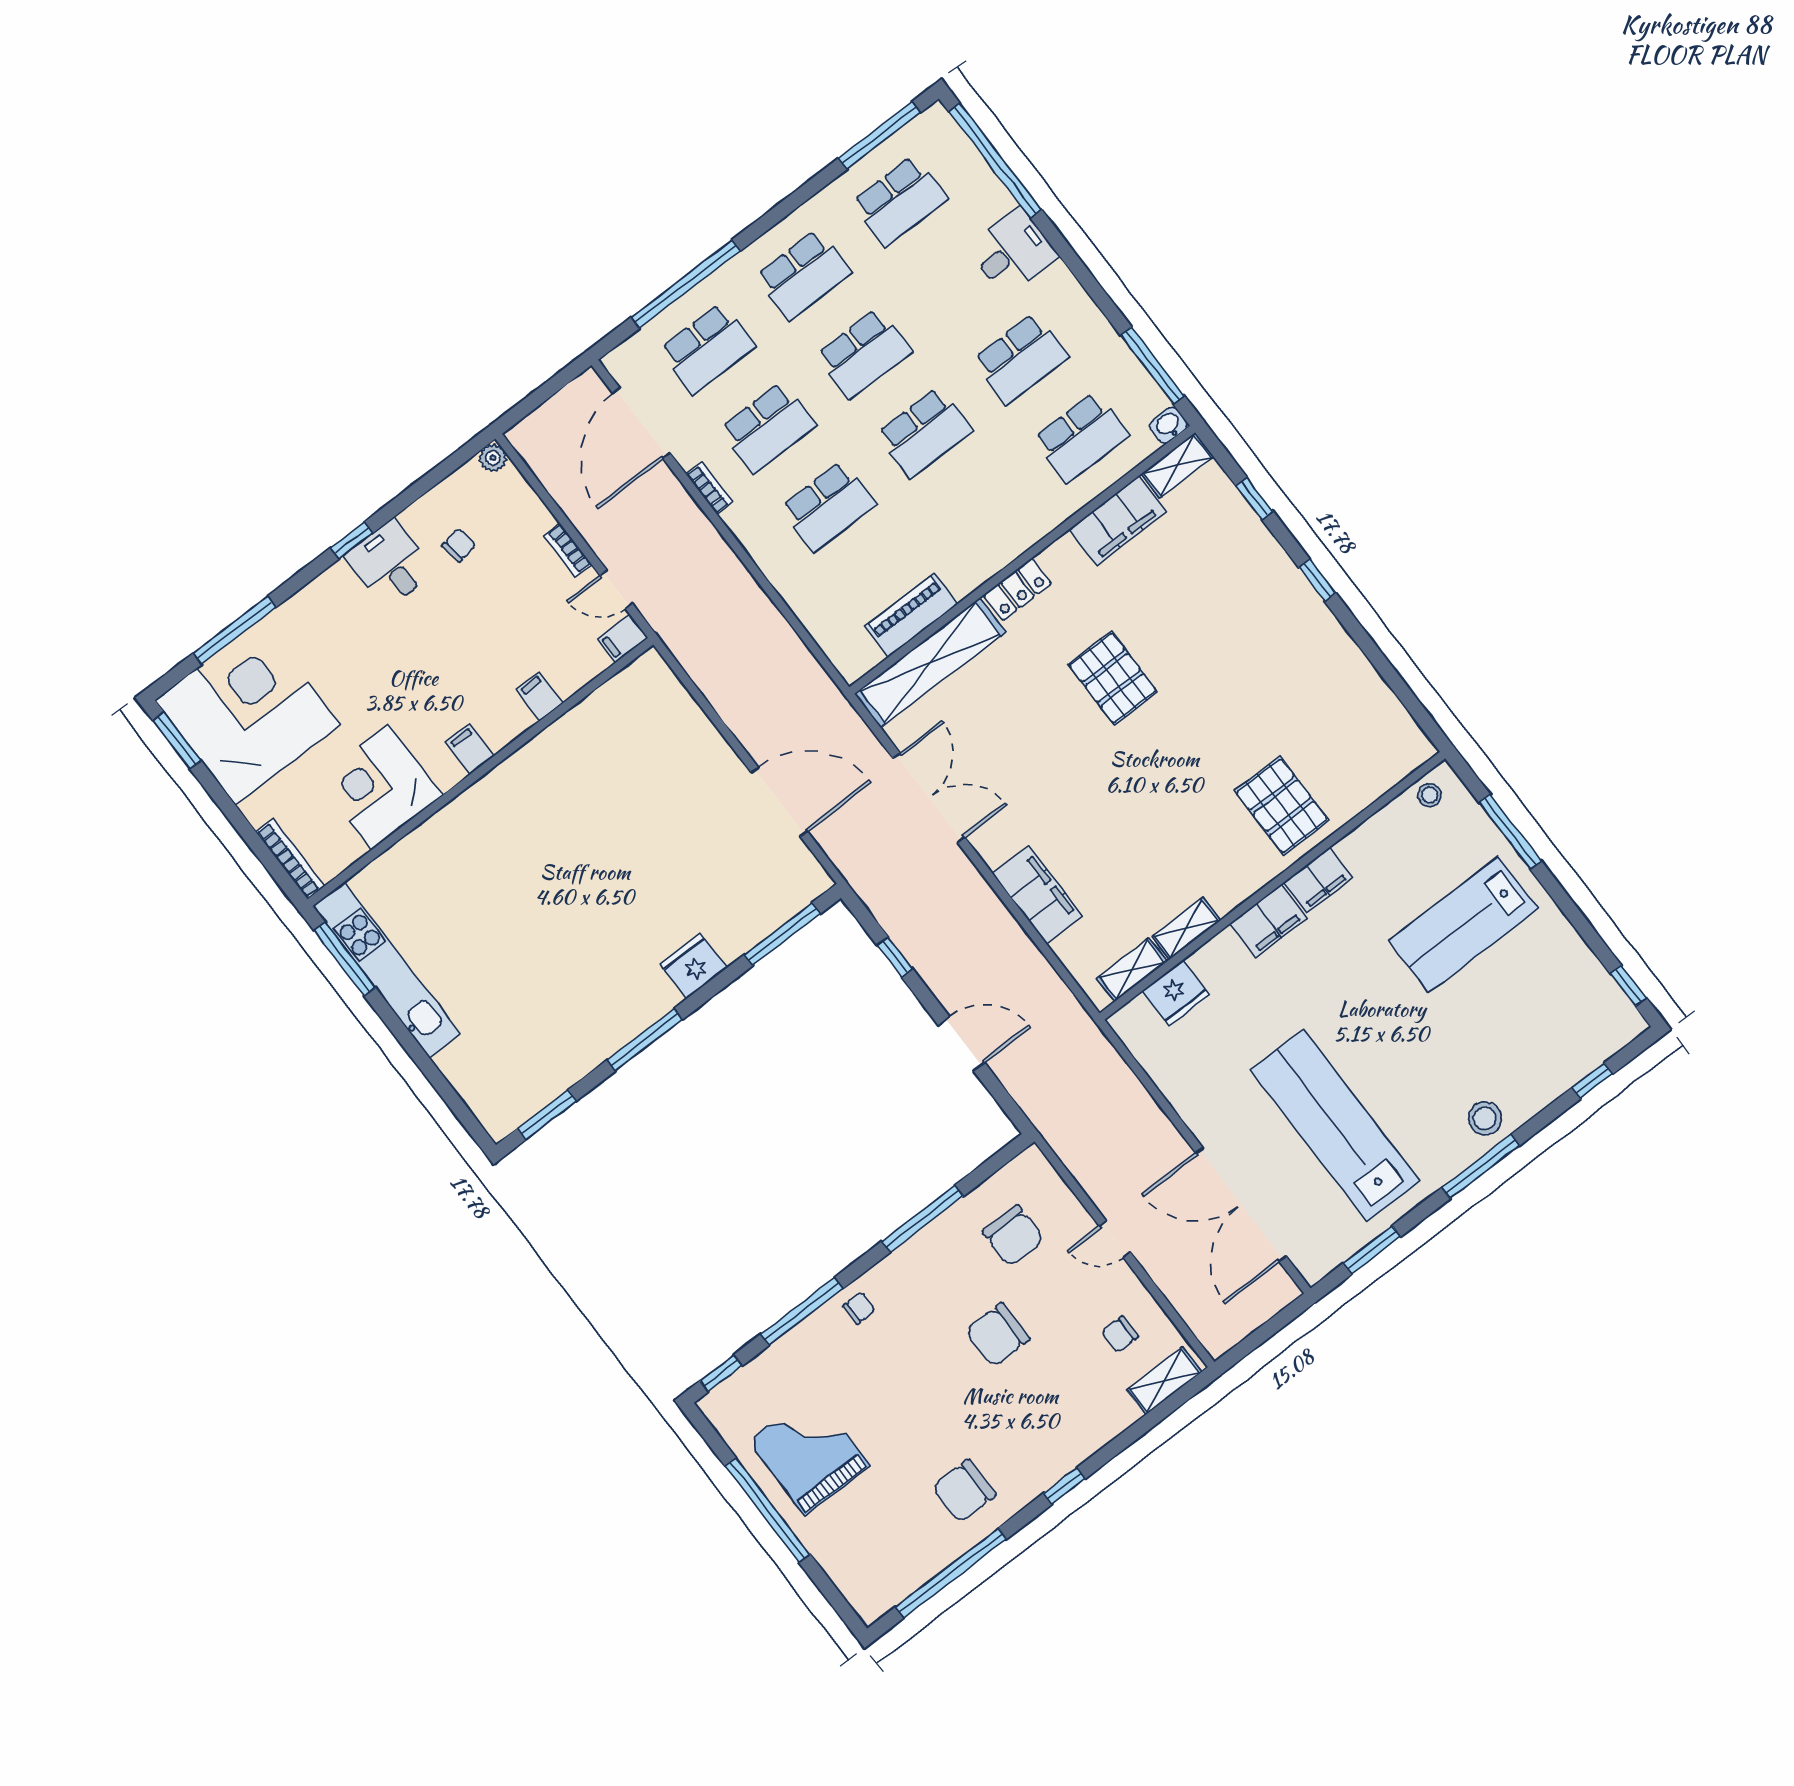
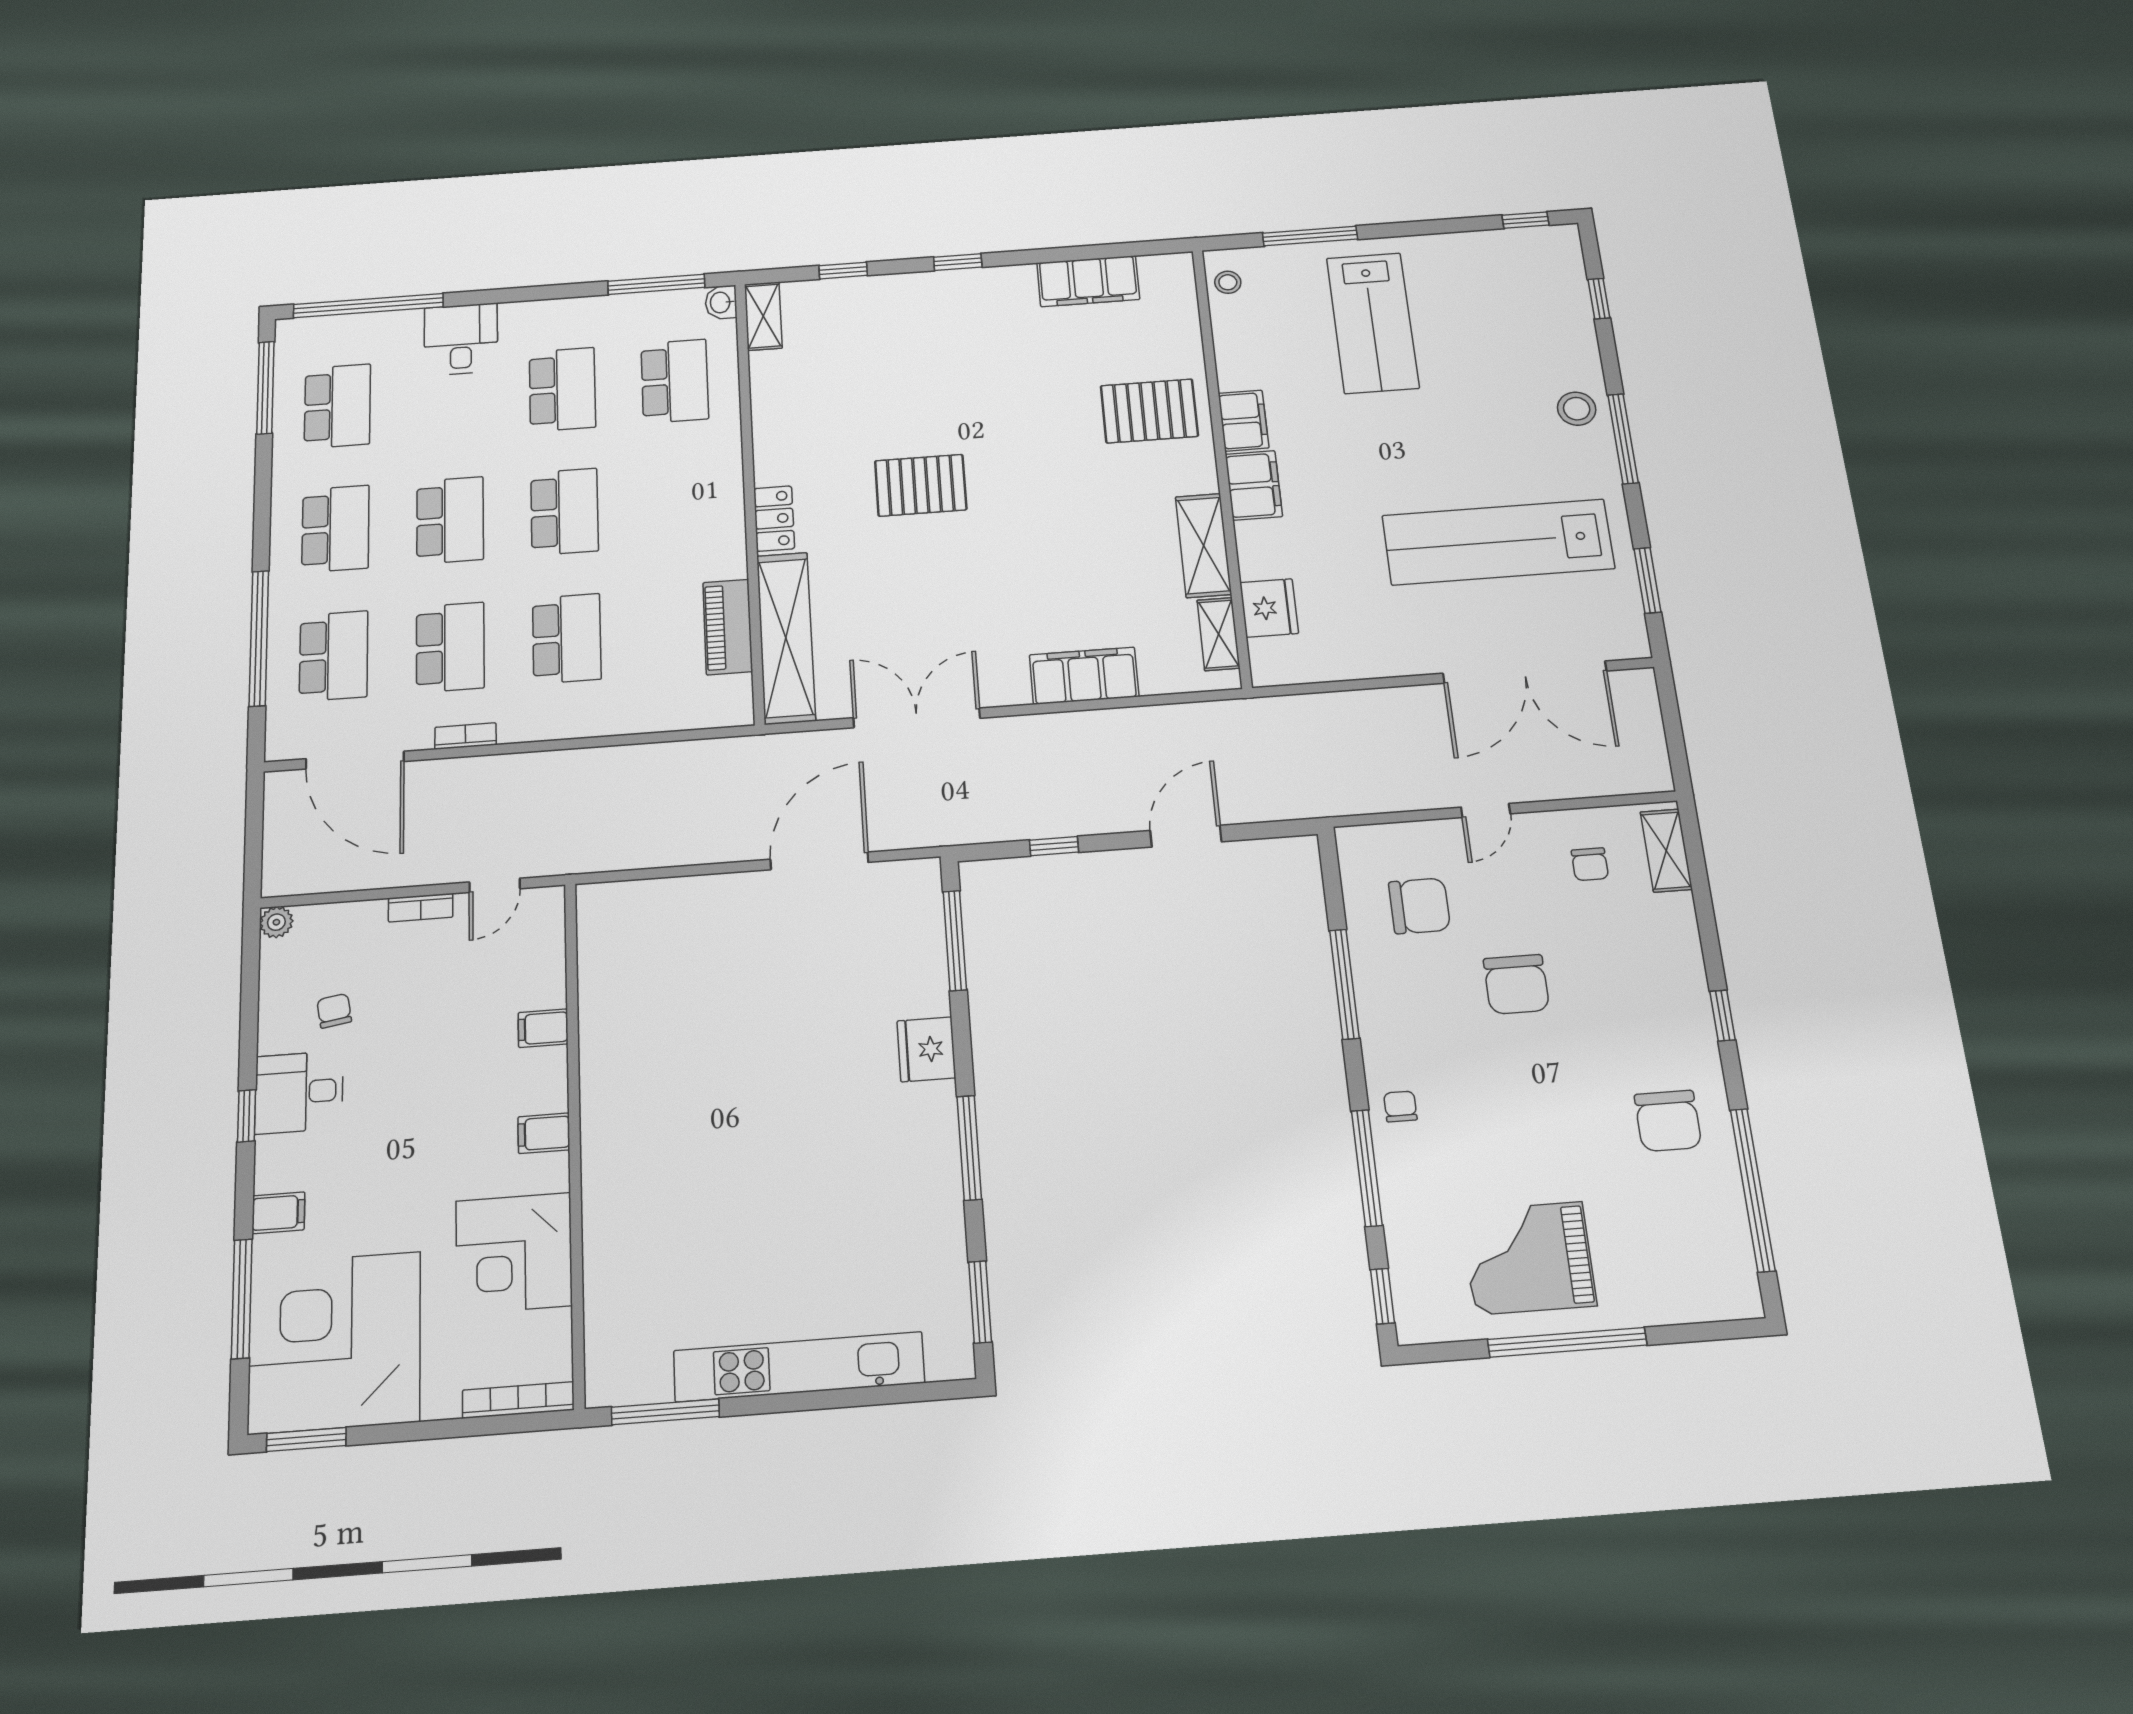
filing cabinet: (1118, 521) -> (1088, 281), moved, turned 90
filing cabinet: (623, 638) -> (278, 1213), moved, turned -90
shelving: (1186, 929) -> (1203, 545), width x1.50, depth x1.33
kitchen unit: (387, 970) -> (799, 1367), moved

